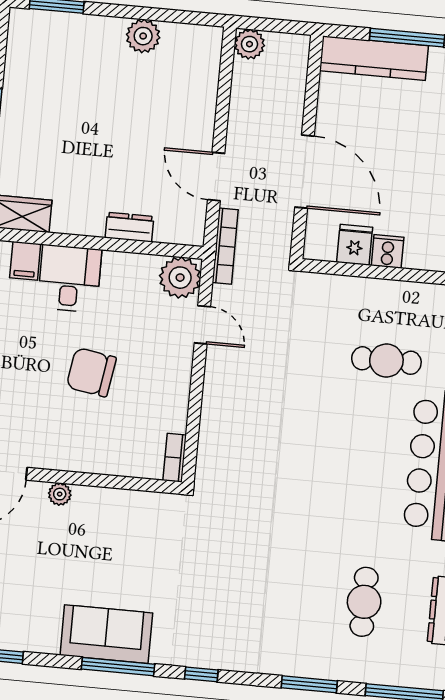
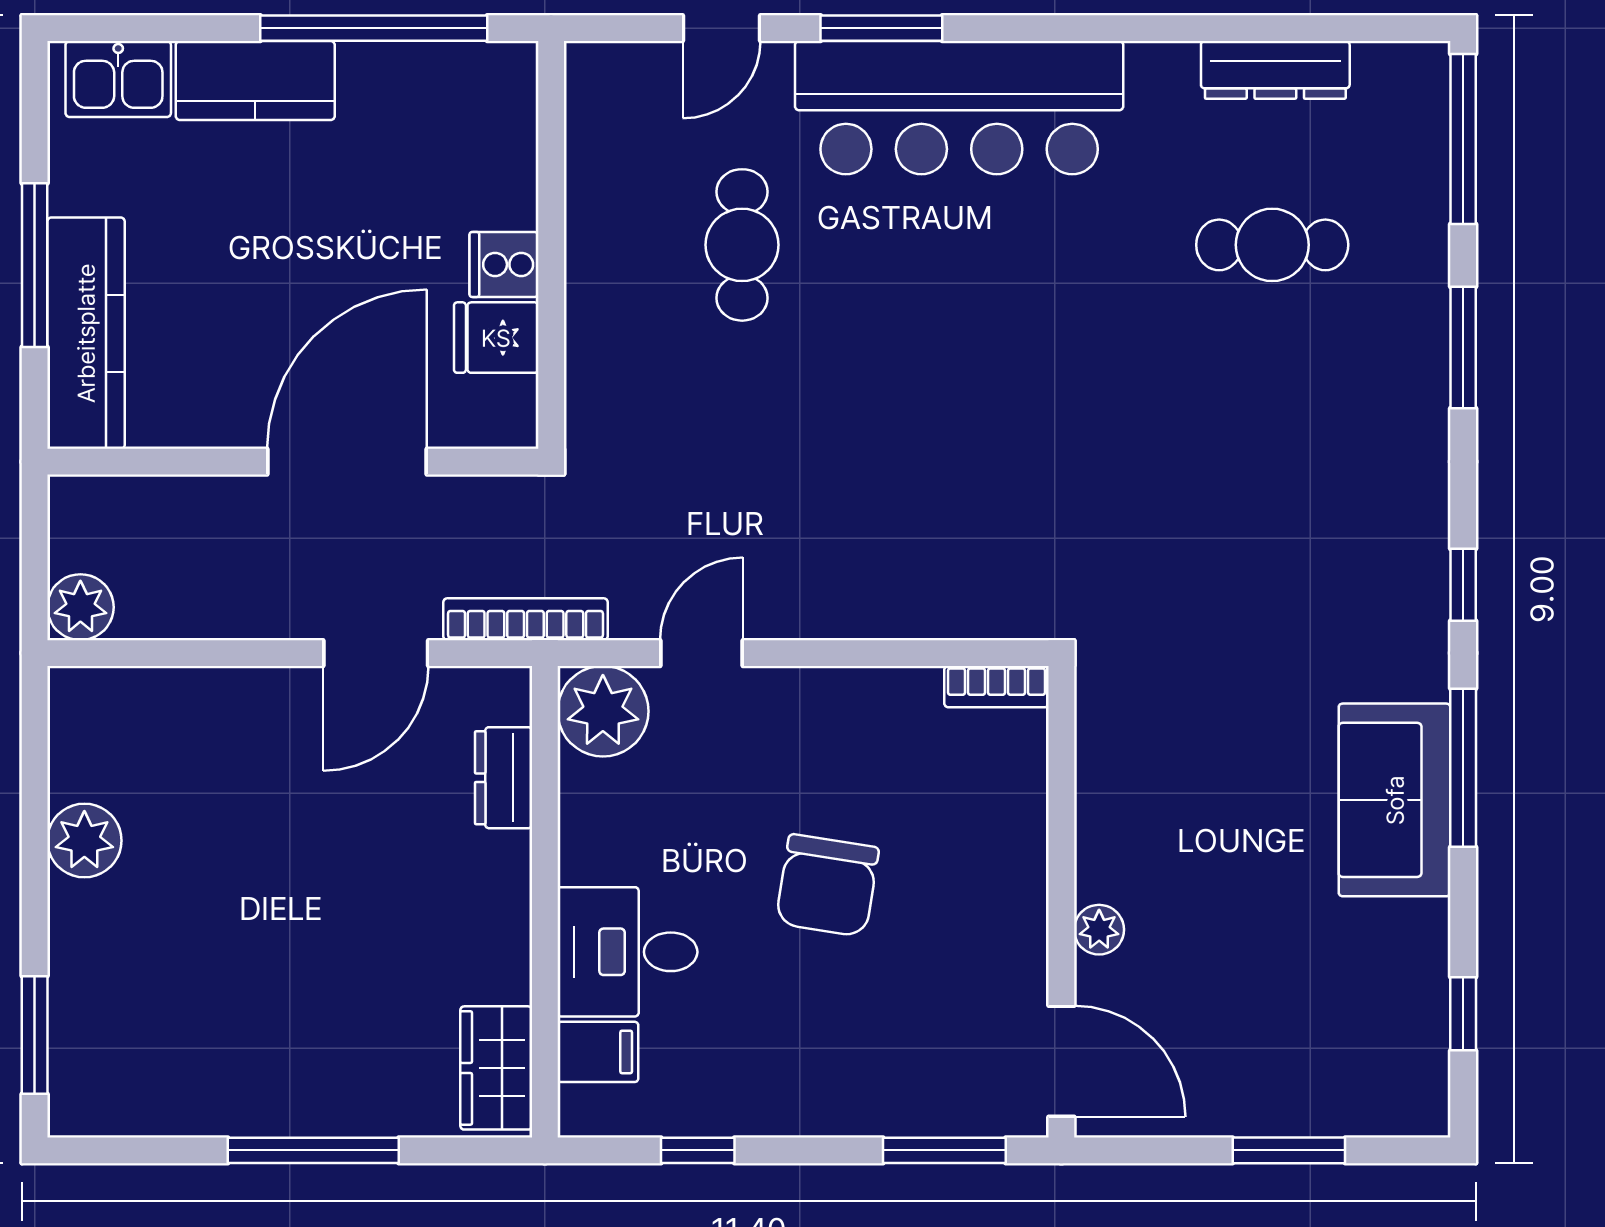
dresser: (129, 227) -> (504, 778), moved

